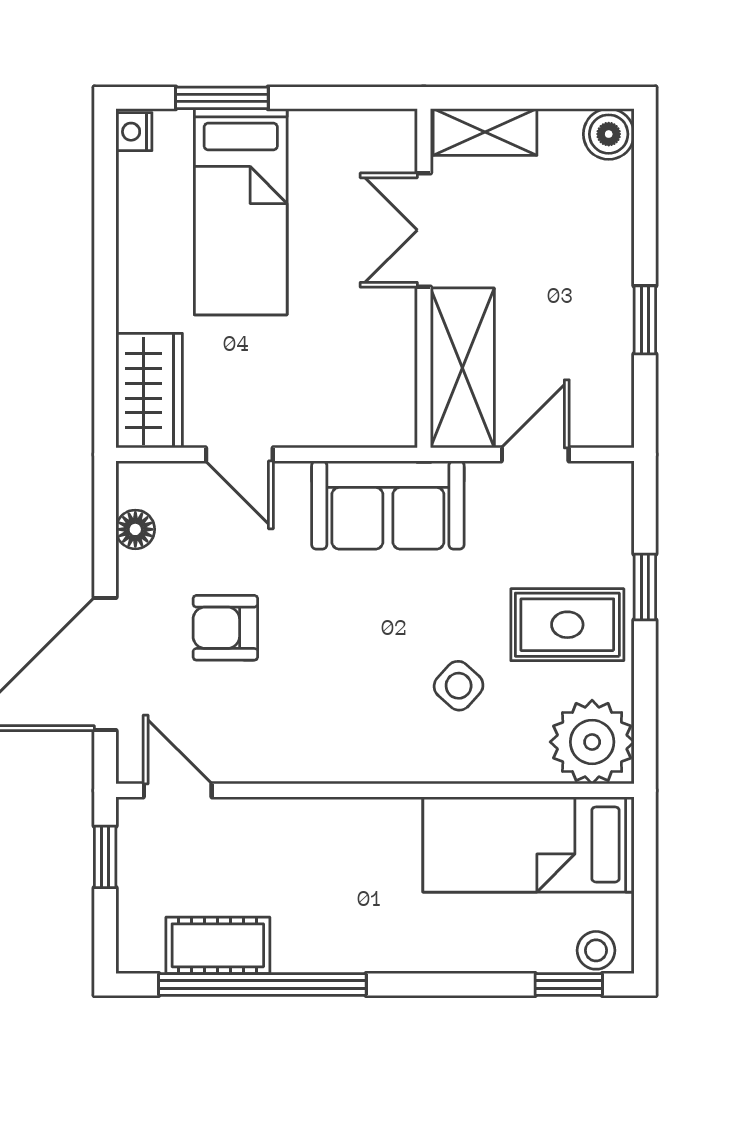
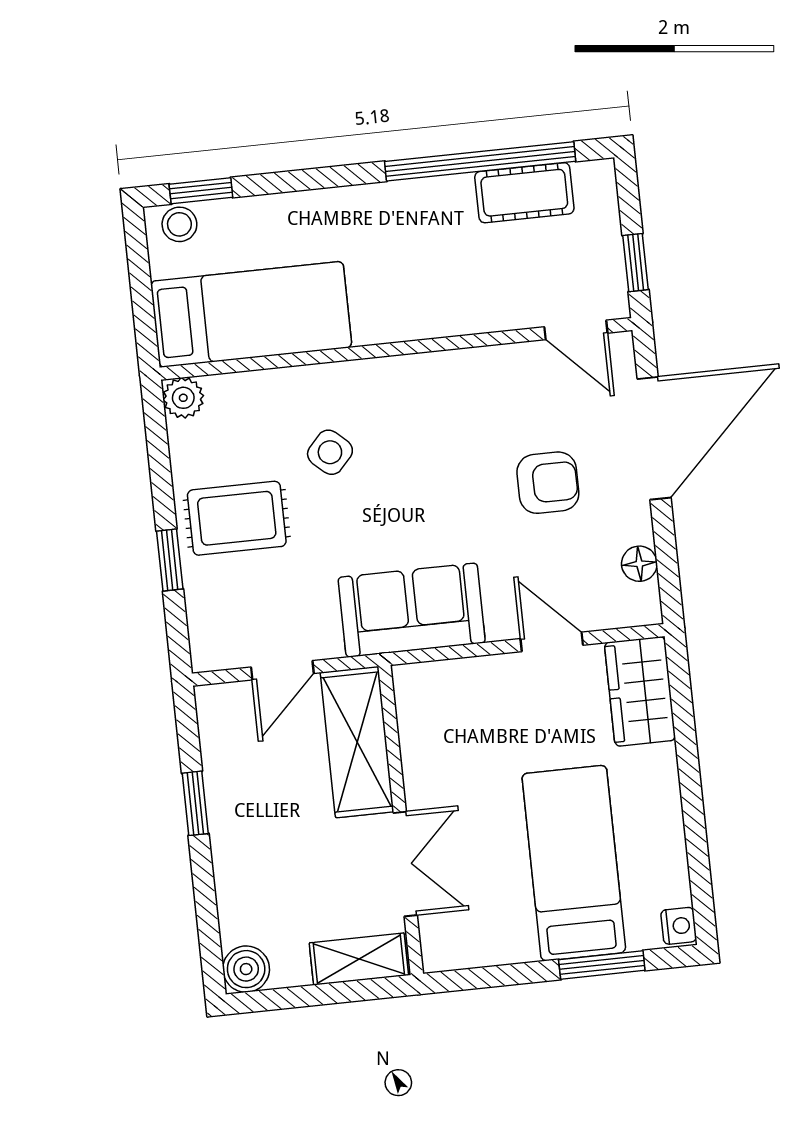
plant: (592, 742) -> (183, 398), width x0.53, depth x0.53

